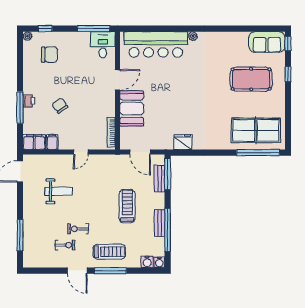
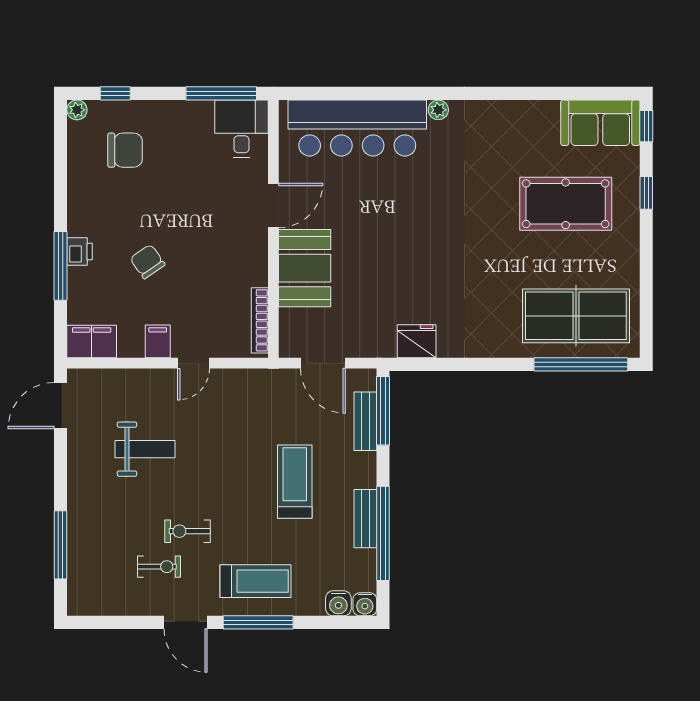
filing cabinet: (52, 142) -> (158, 341), moved

